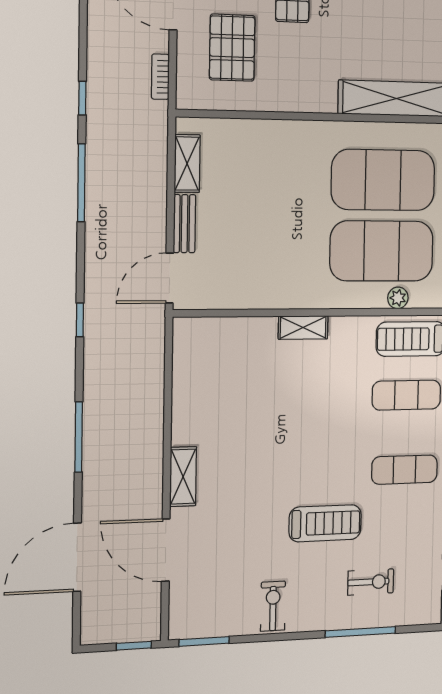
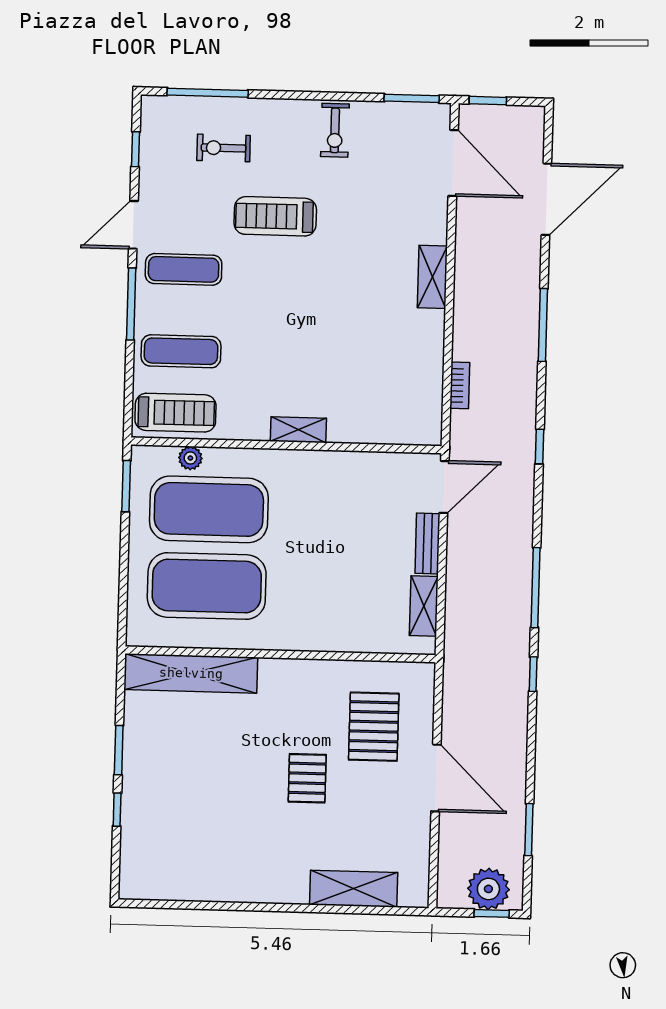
bookcase: (160, 77) -> (460, 385), moved
door: (166, 550) -> (453, 163), moved
window: (360, 632) -> (208, 93), moved

